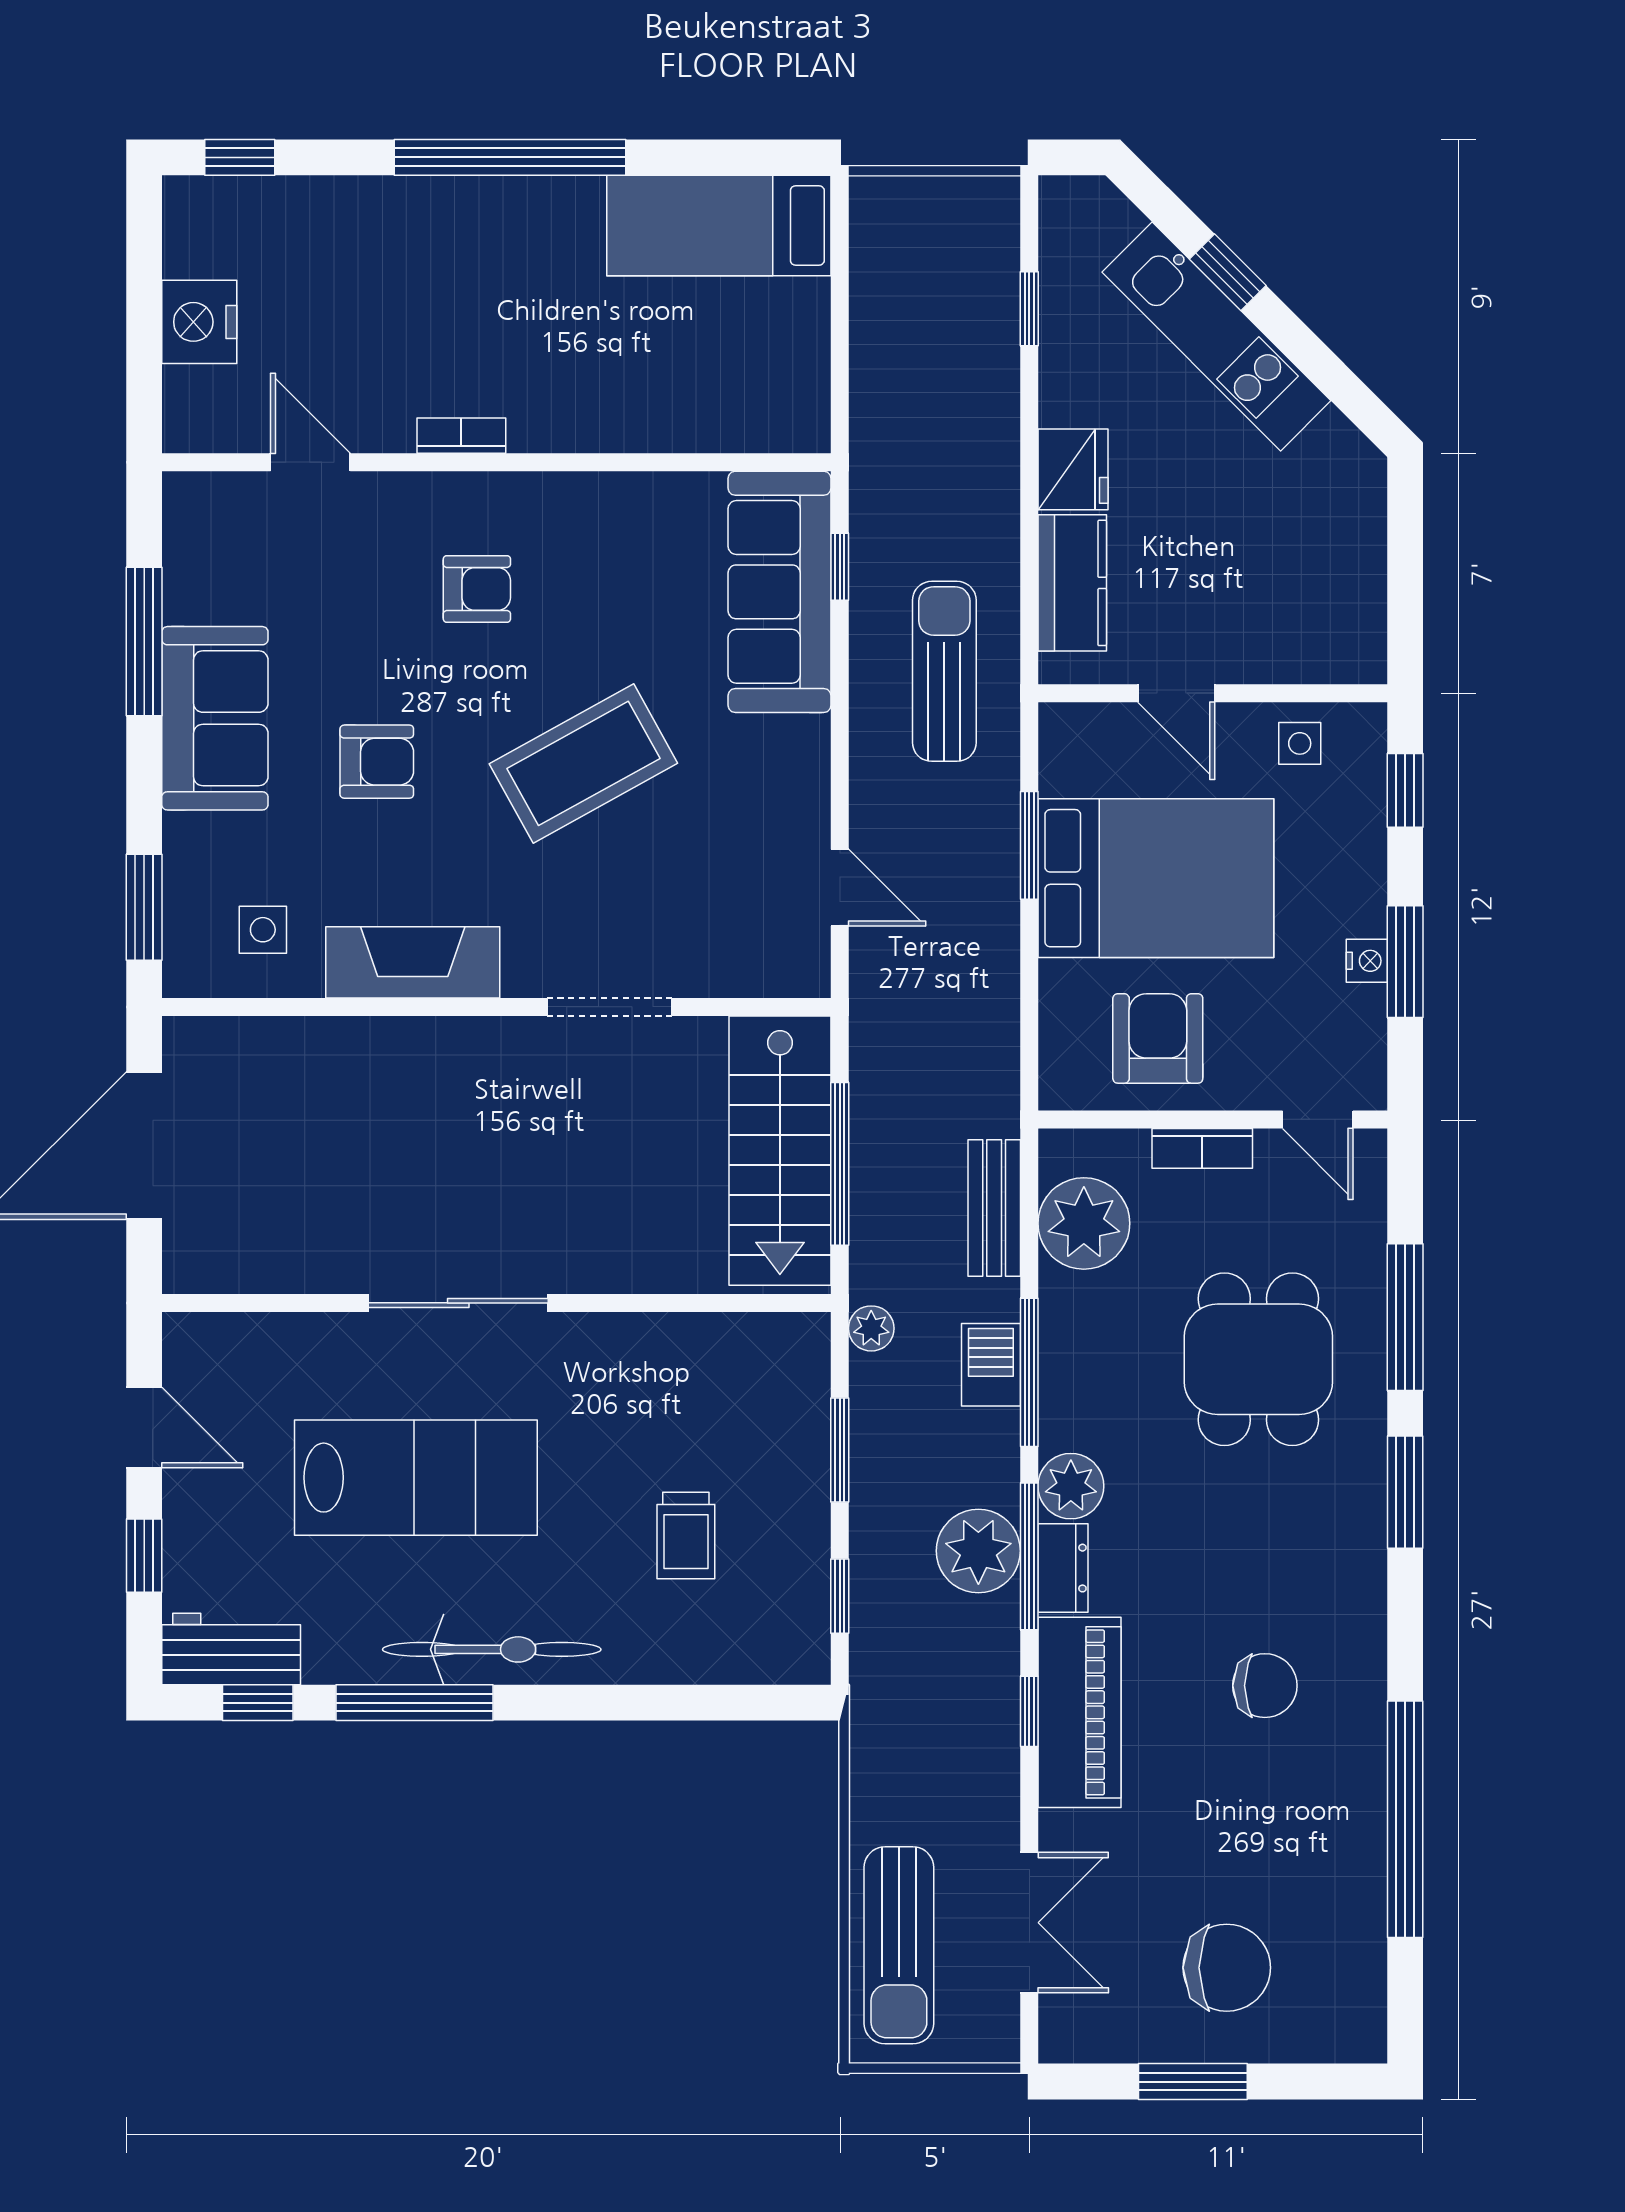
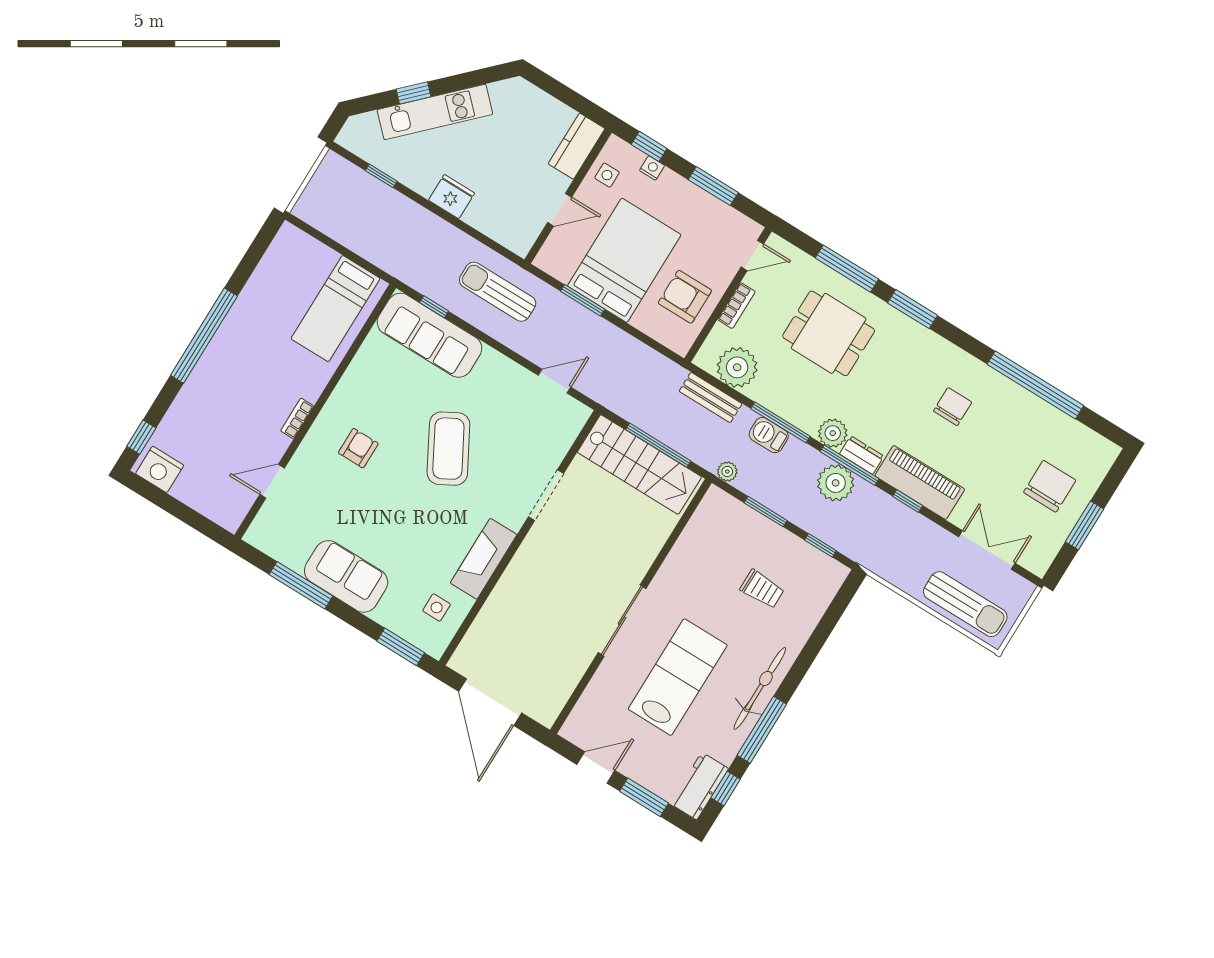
bed: (719, 226) -> (335, 309), moved
nightstand: (199, 322) -> (160, 469), moved
kitchen counter: (1072, 583) -> (577, 146), moved, turned -90
armchair: (377, 762) -> (400, 526), removed
nightstand: (1367, 961) -> (652, 168), moved
window: (144, 1556) -> (644, 797), width x1.50

